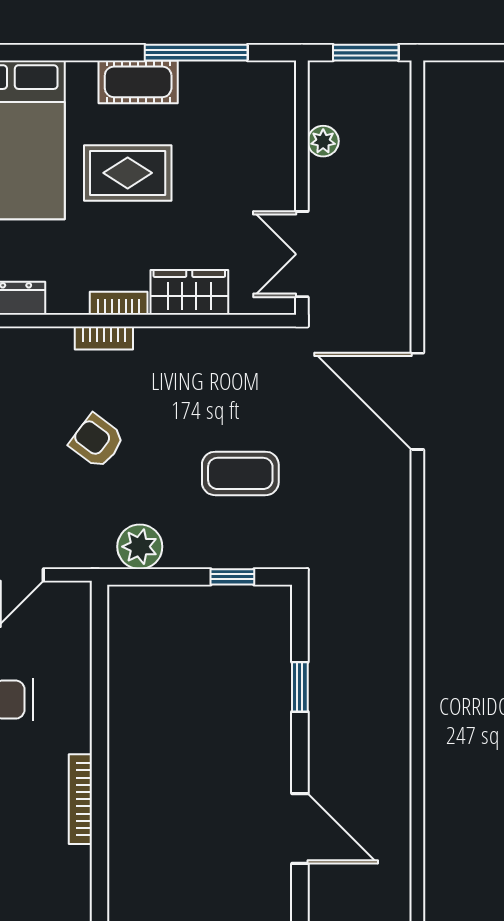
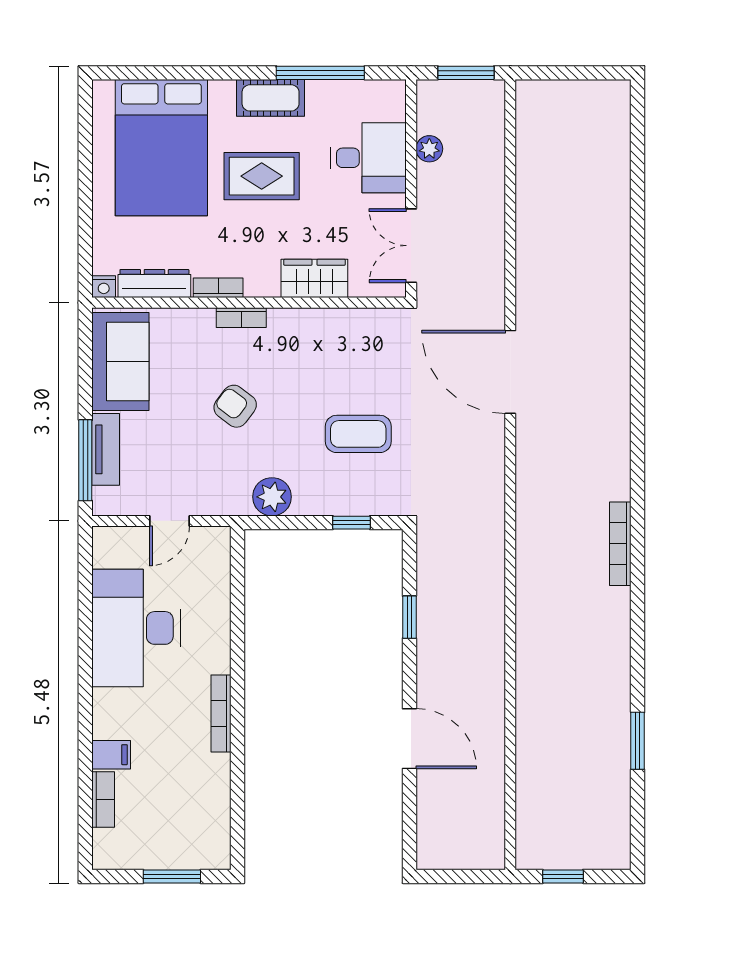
desk: (252, 152) -> (368, 158), added
bookcase: (119, 303) -> (218, 288), moved

